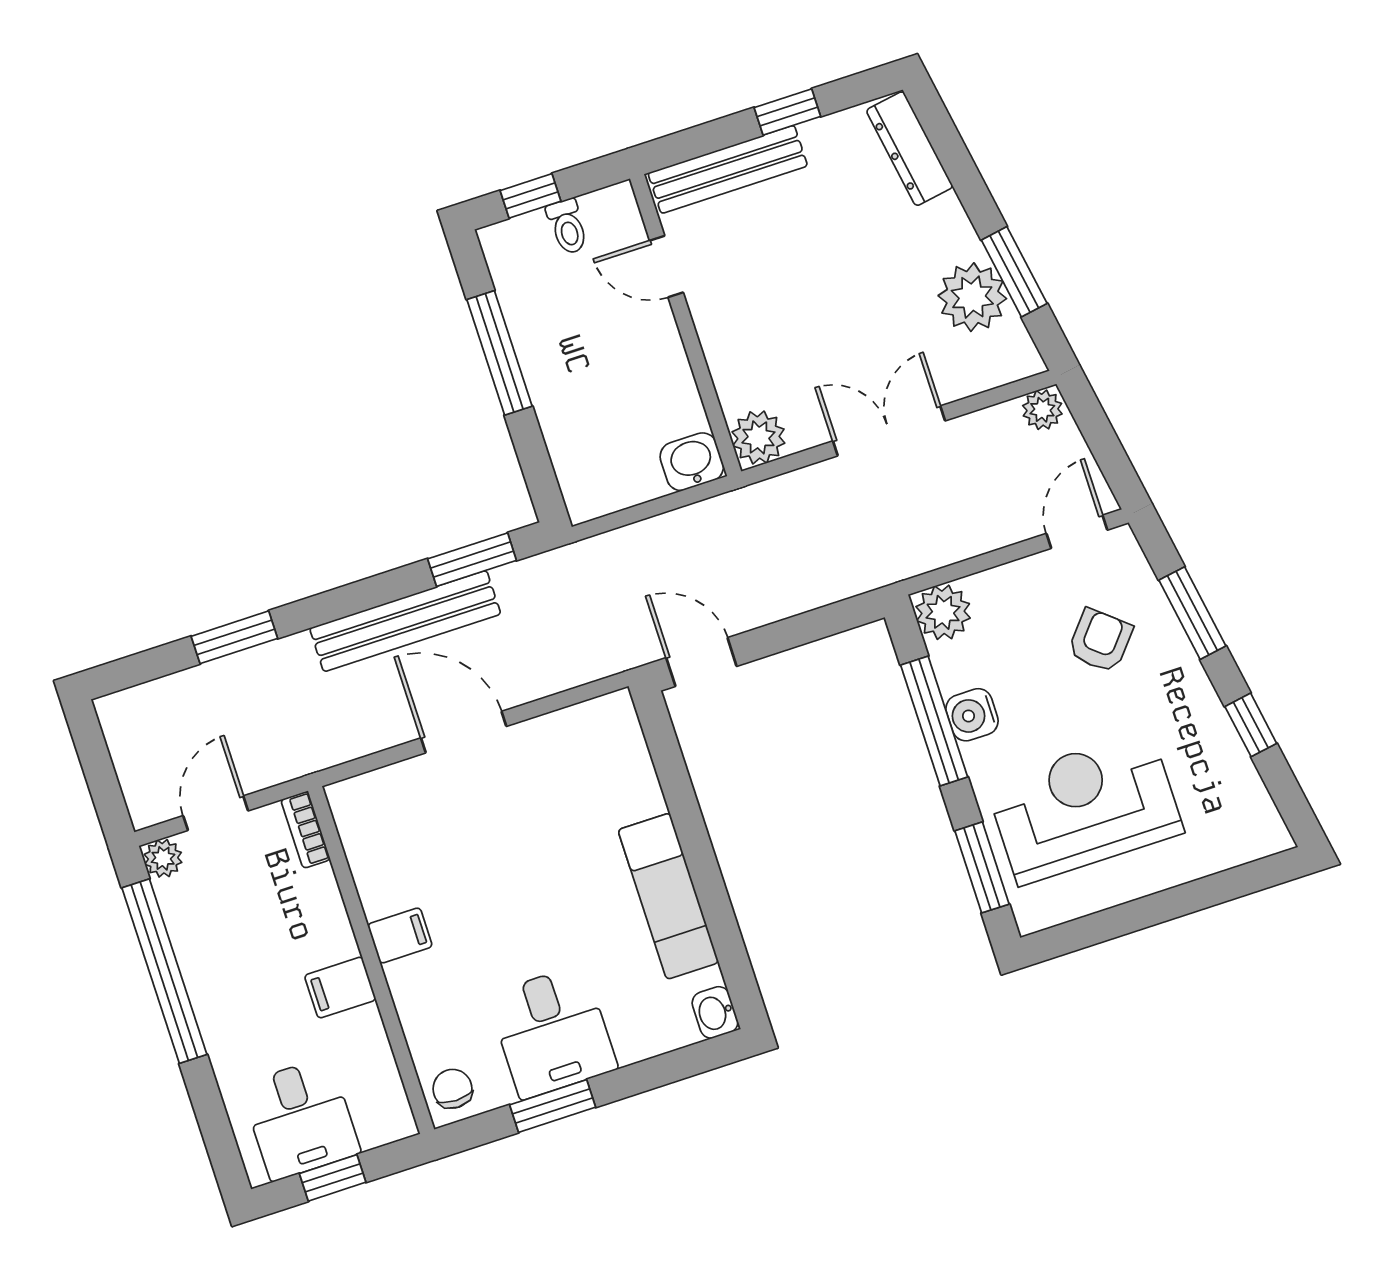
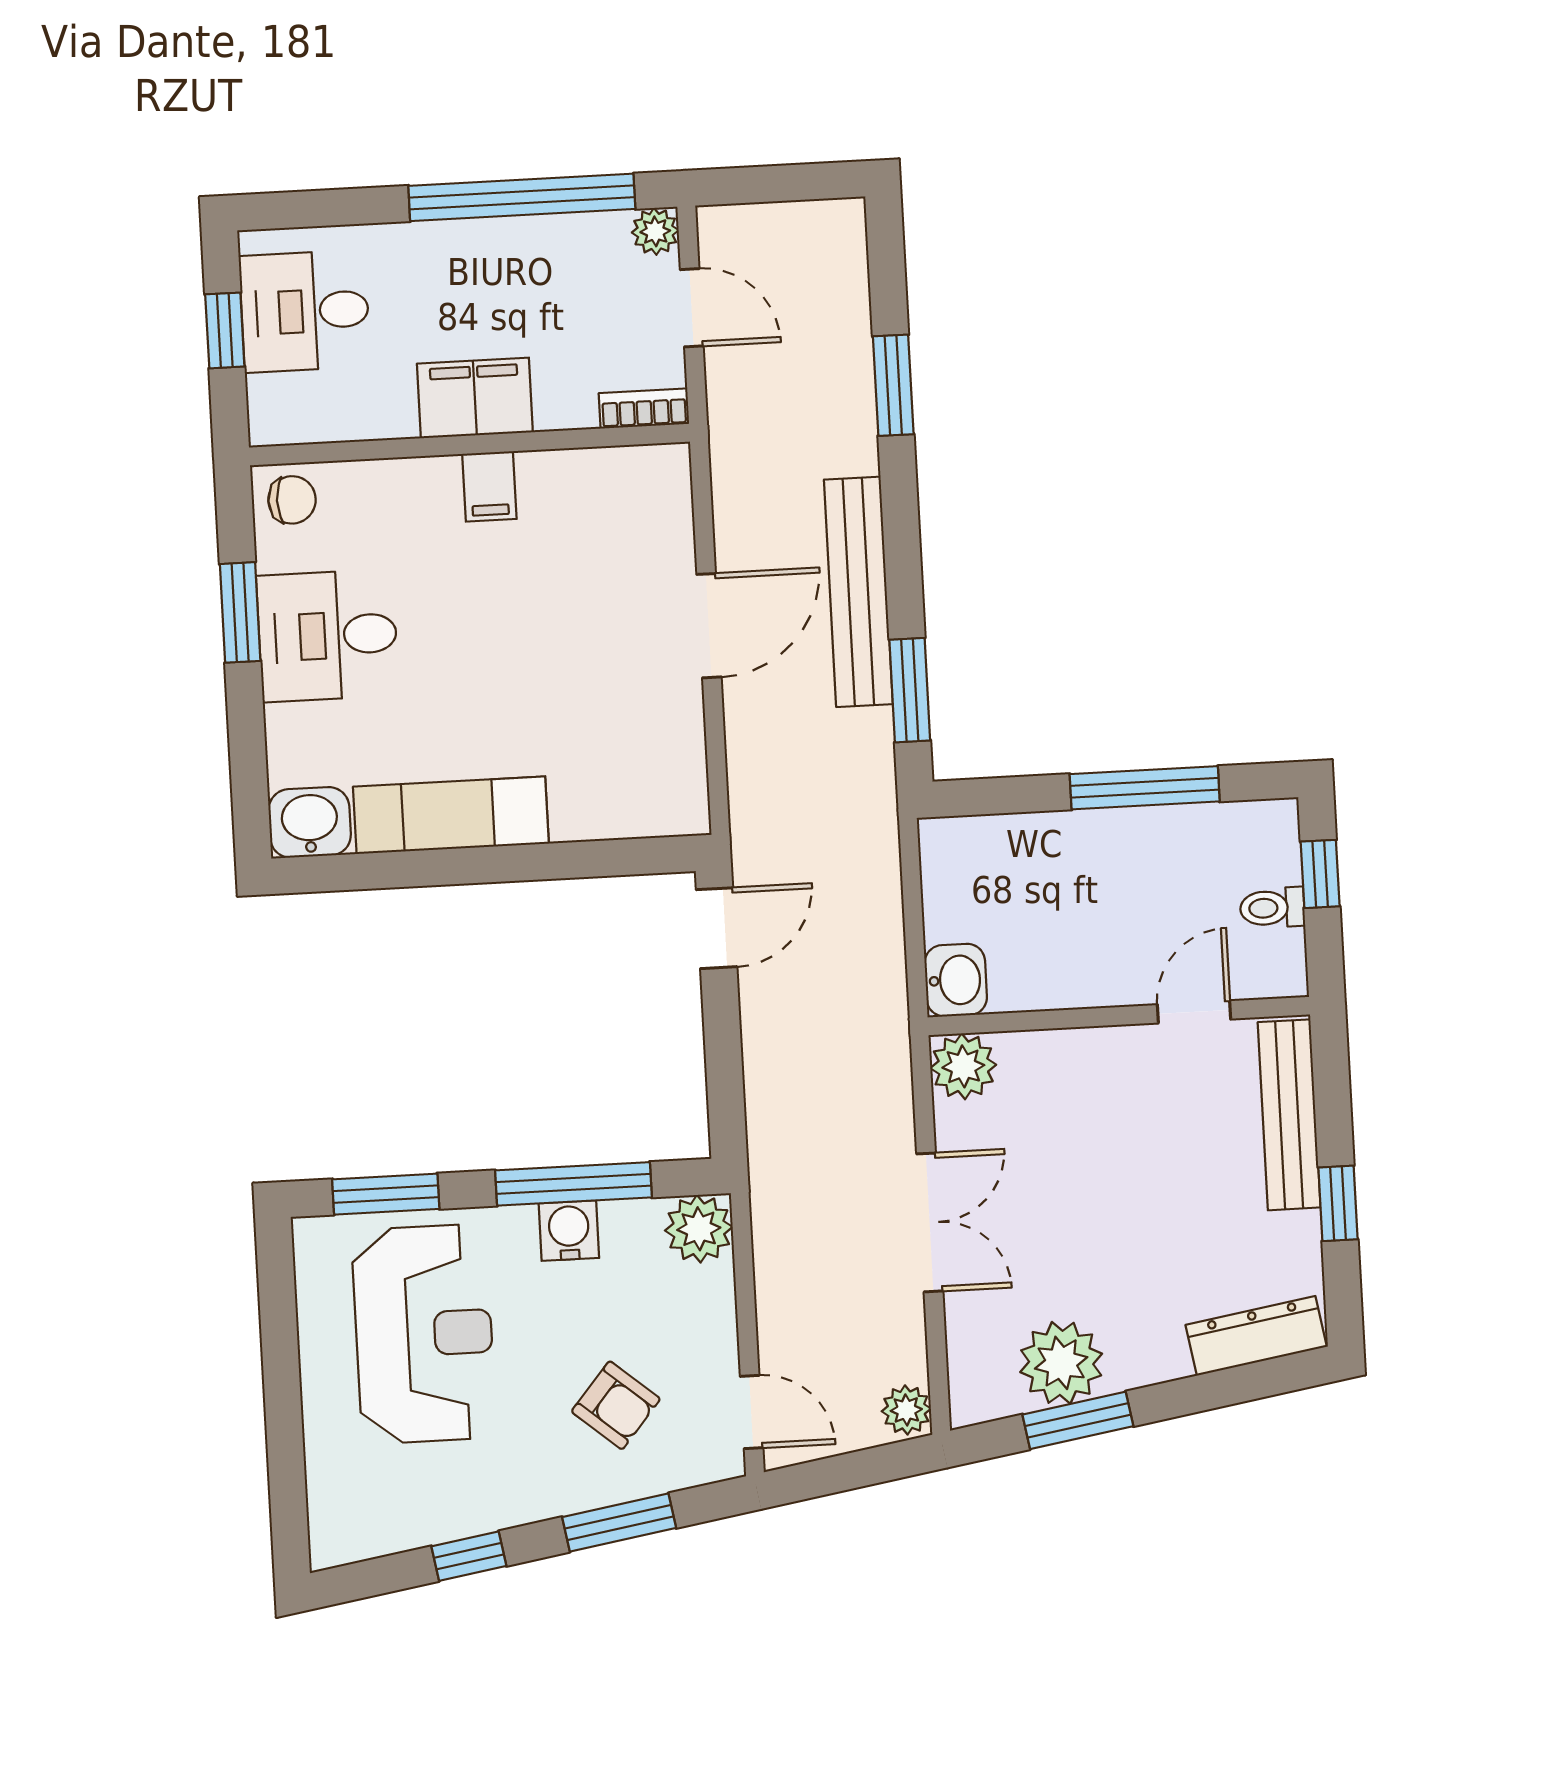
filing cabinet: (340, 988) -> (475, 398), width x2.00
washbasin: (715, 1012) -> (310, 822), width x1.38, depth x1.45

